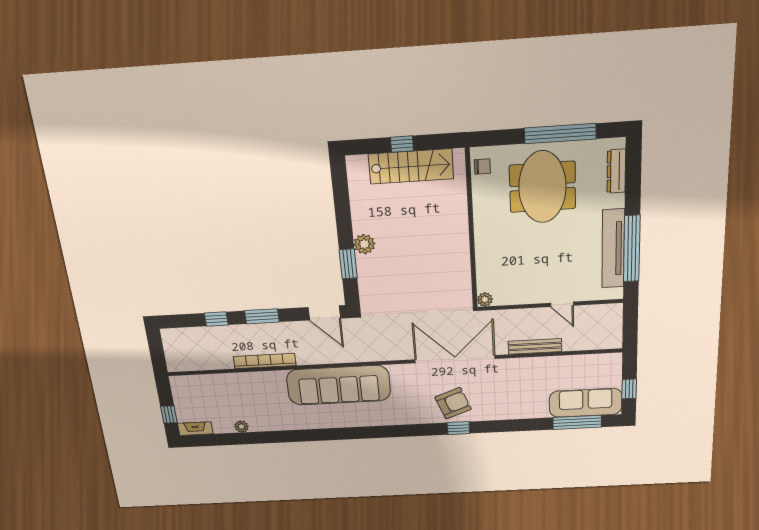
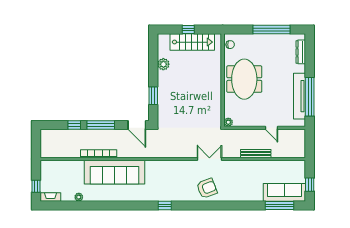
meeting table: (542, 187) -> (244, 79), moved
plant: (364, 244) -> (163, 64), moved
window: (262, 316) -> (101, 125), width x1.44
double door: (455, 359) -> (209, 159), width x0.54
sofa: (339, 385) -> (114, 172), moved
window: (458, 428) -> (165, 206), moved

